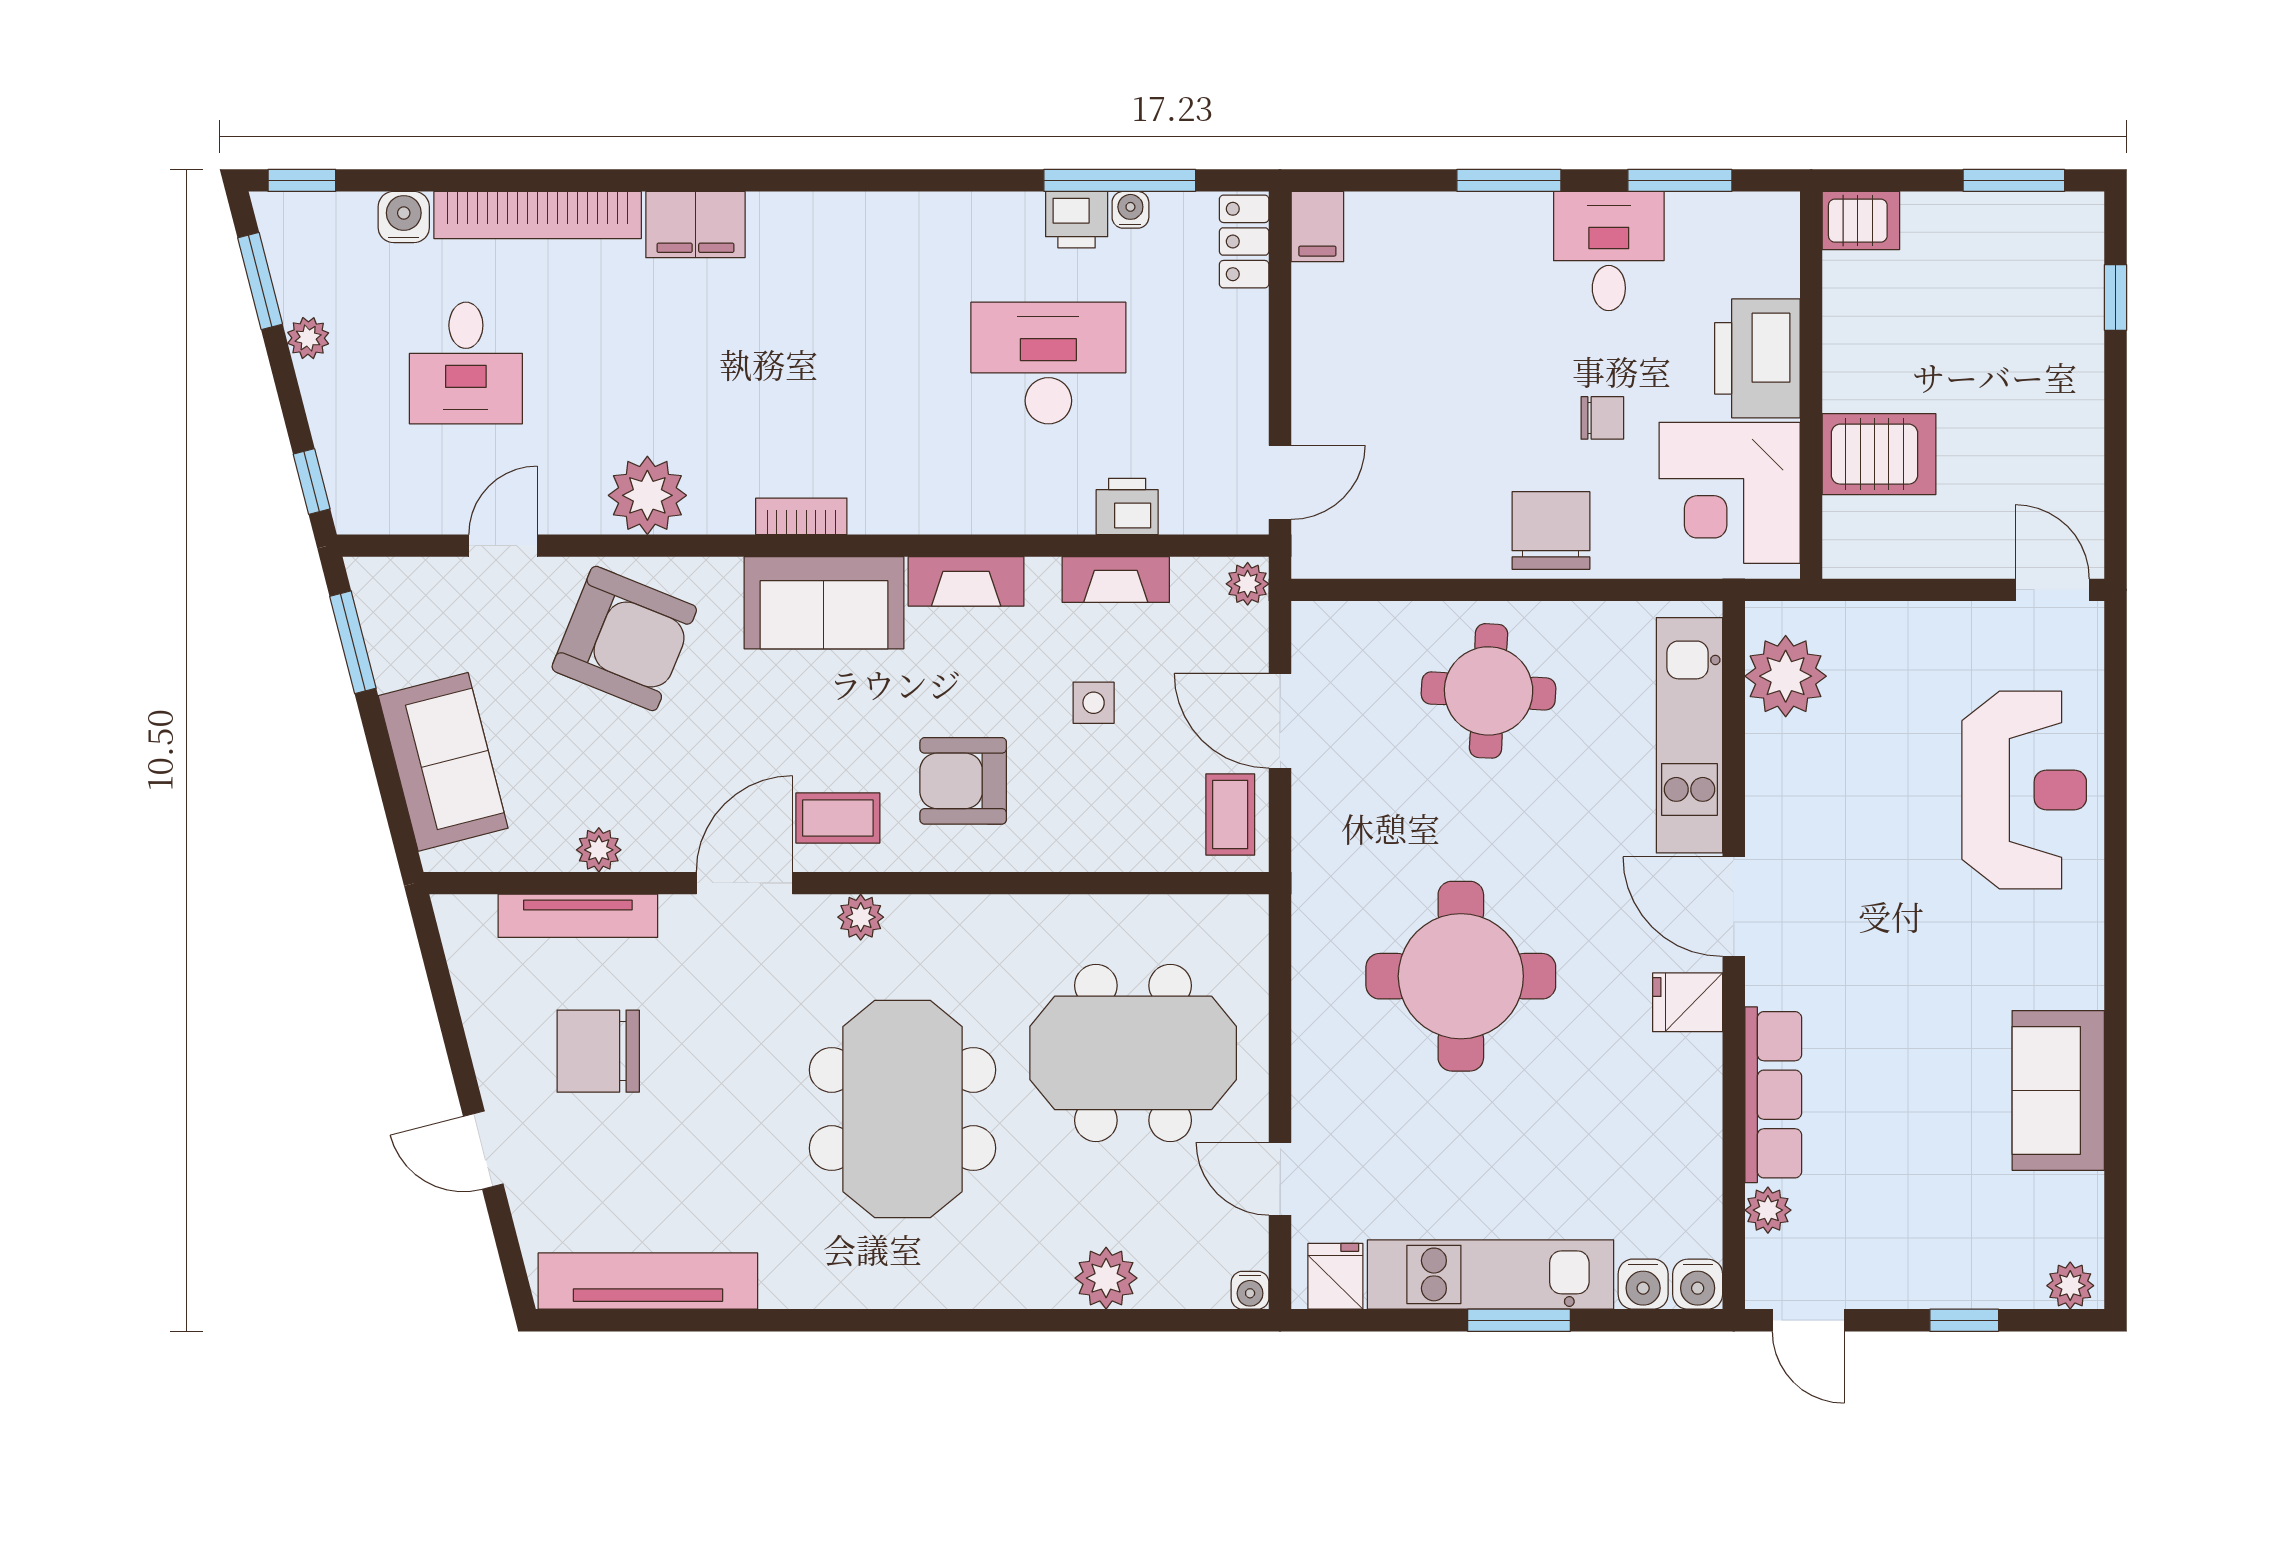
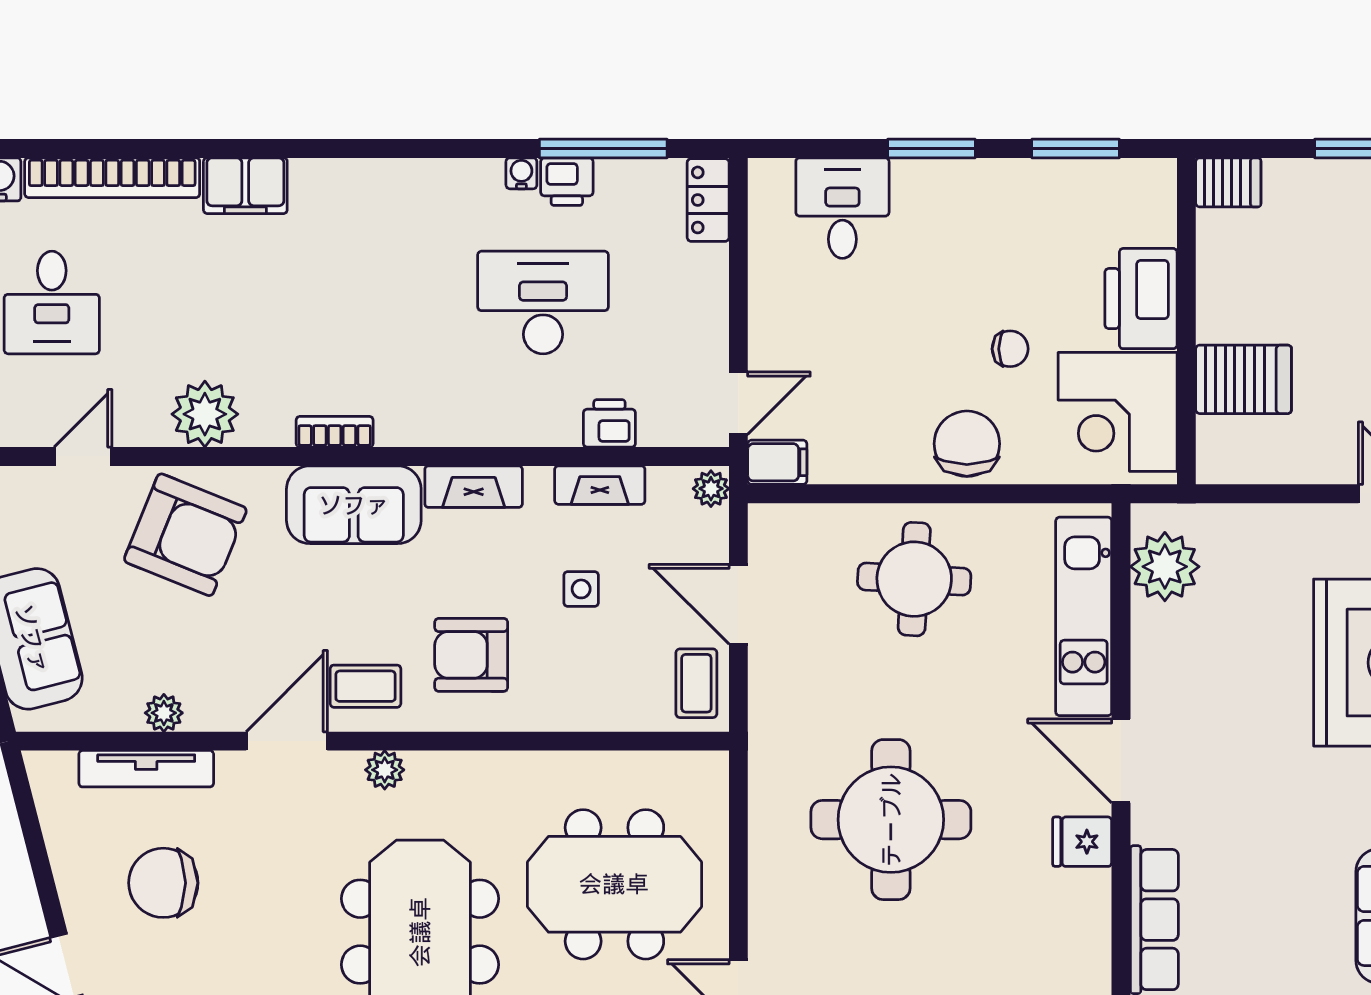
water cooler: (1130, 210) -> (521, 173), moved
filing cabinet: (1317, 227) -> (777, 462), moved, turned -90
desk: (1609, 251) -> (842, 208), moved

